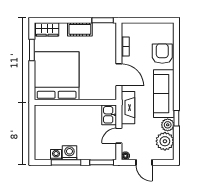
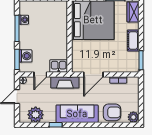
plant: (168, 125) -> (133, 117), moved
door: (119, 136) -> (40, 74), swing flipped
washing machine: (69, 153) -> (25, 56), moved

